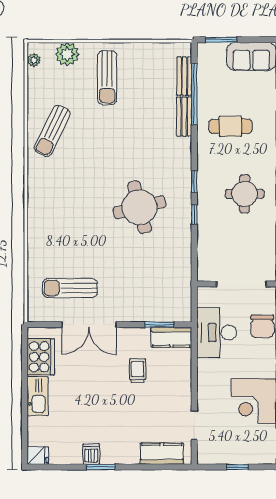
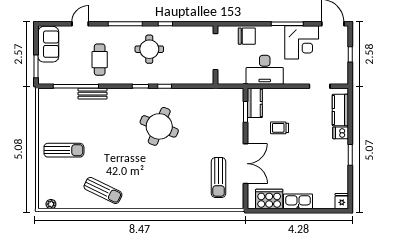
plant: (67, 54) -> (47, 180), removed
bench: (184, 76) -> (63, 93), removed
round table: (140, 207) -> (159, 126), turned 36
desk: (217, 333) -> (265, 70), moved
dishwasher: (91, 454) -> (341, 133), moved

